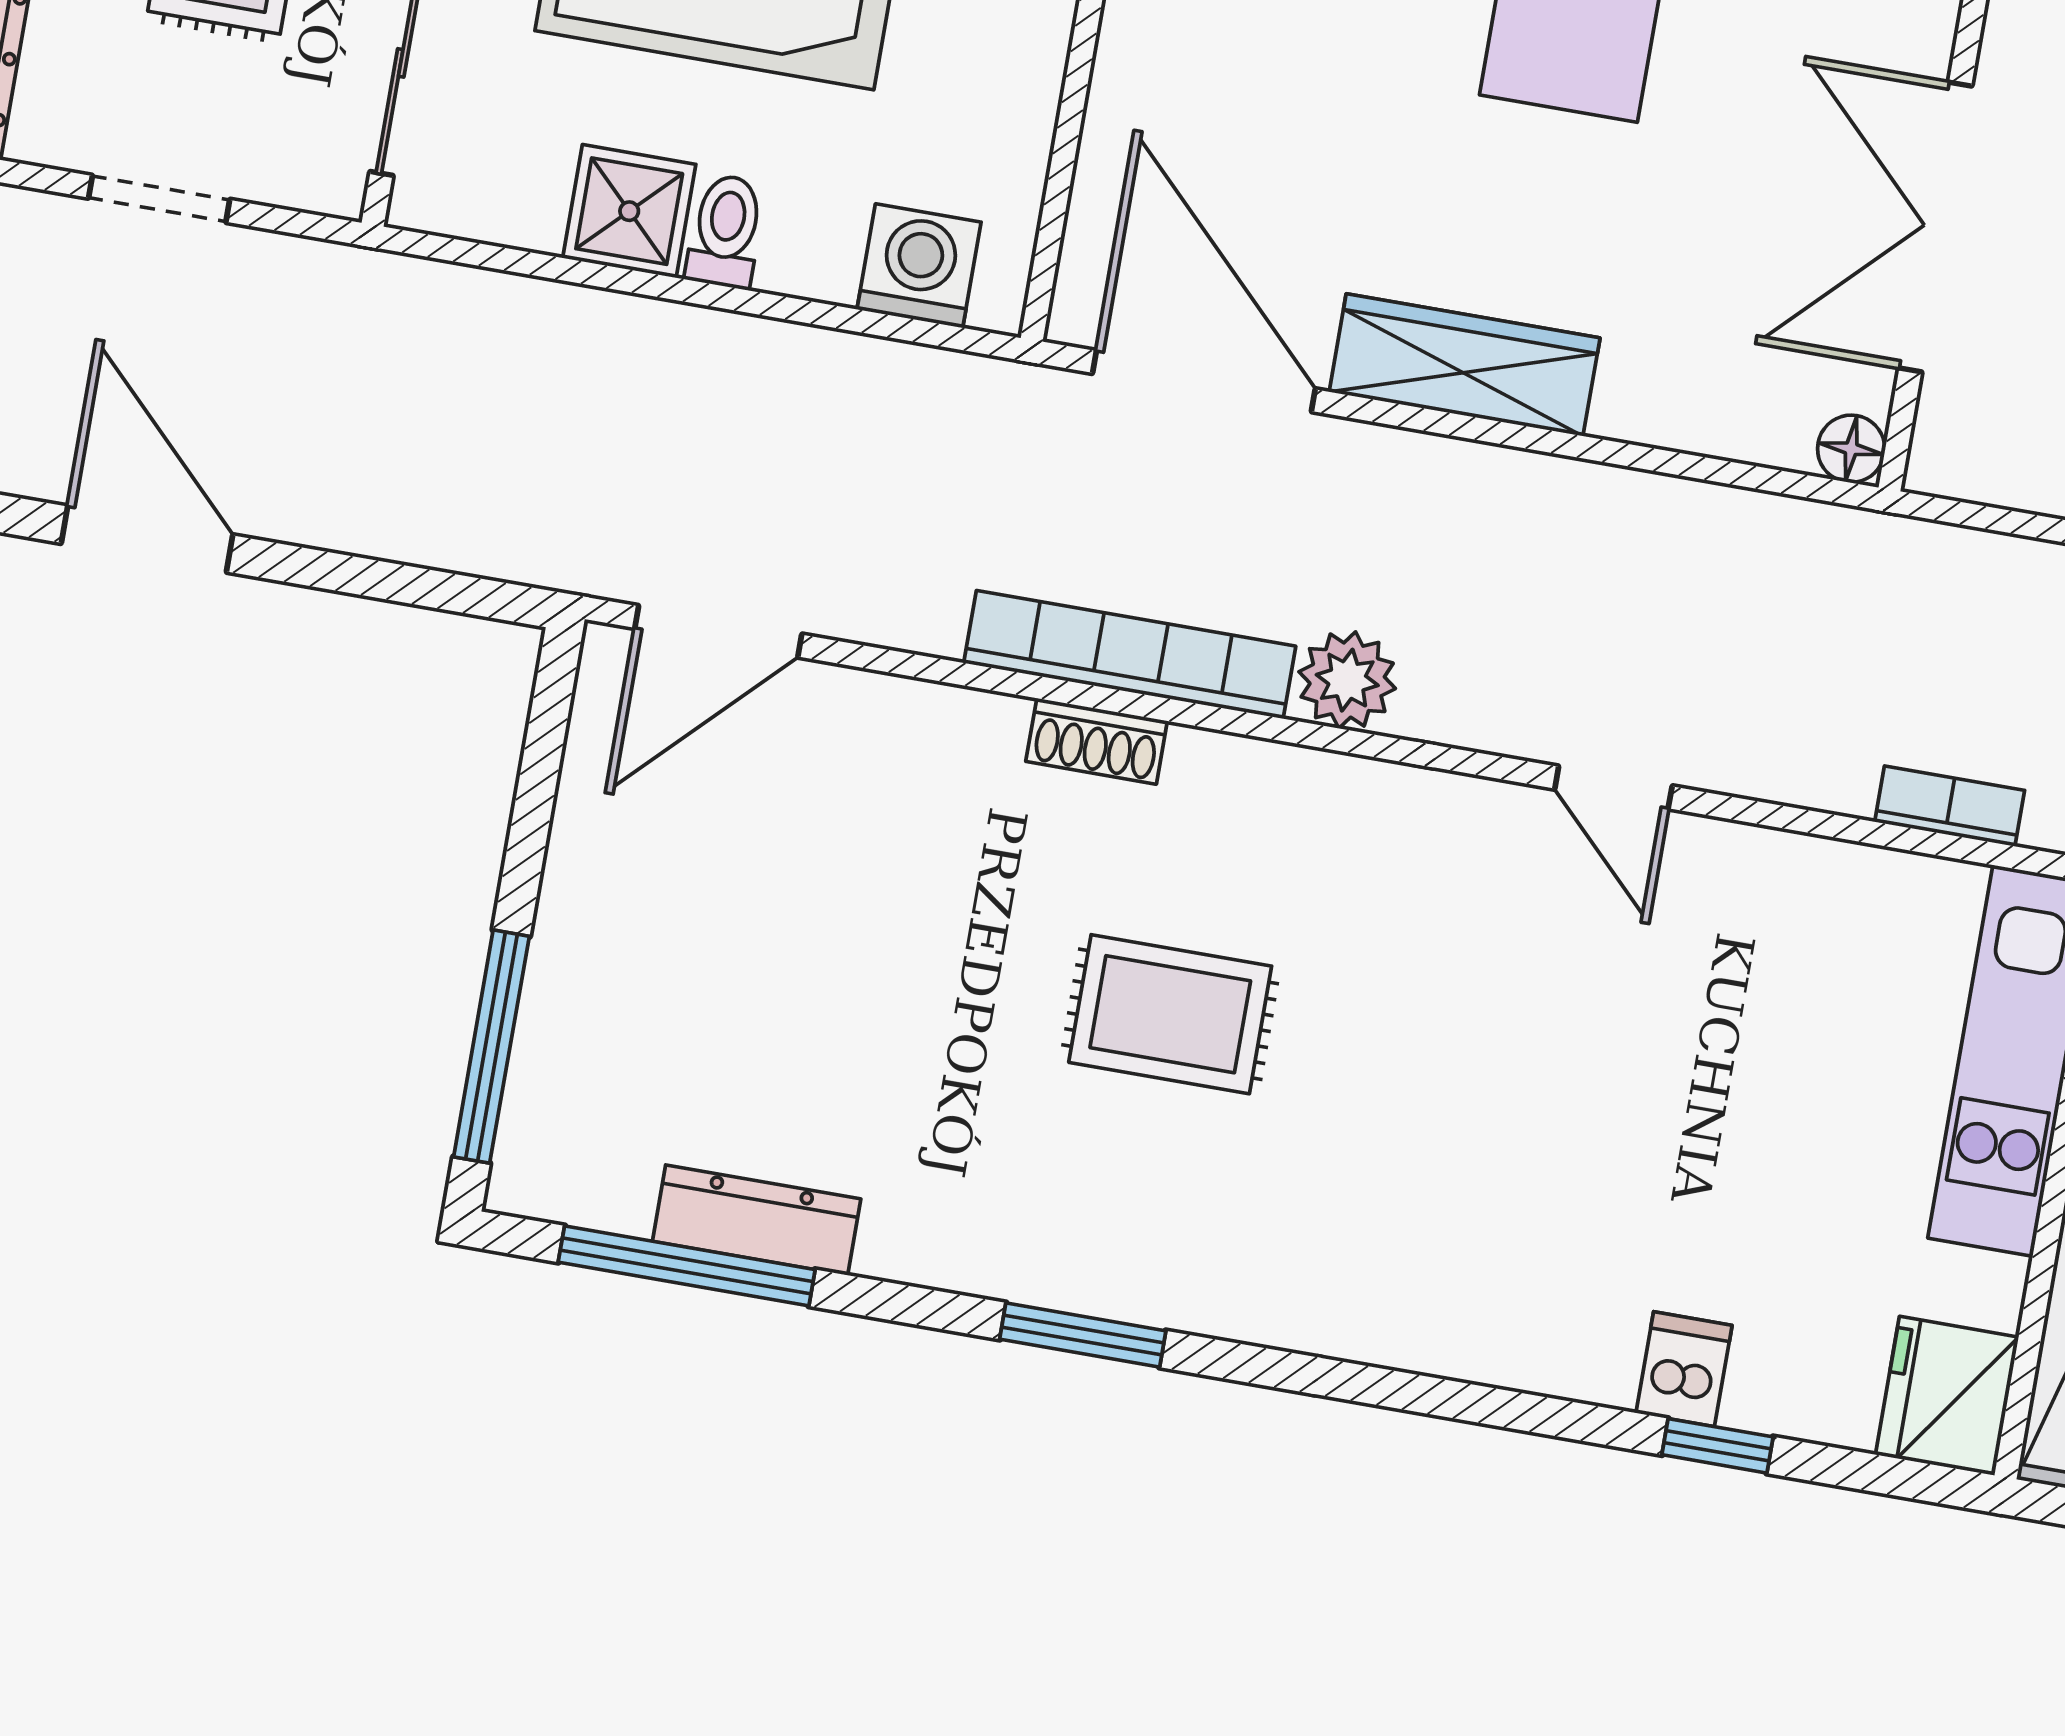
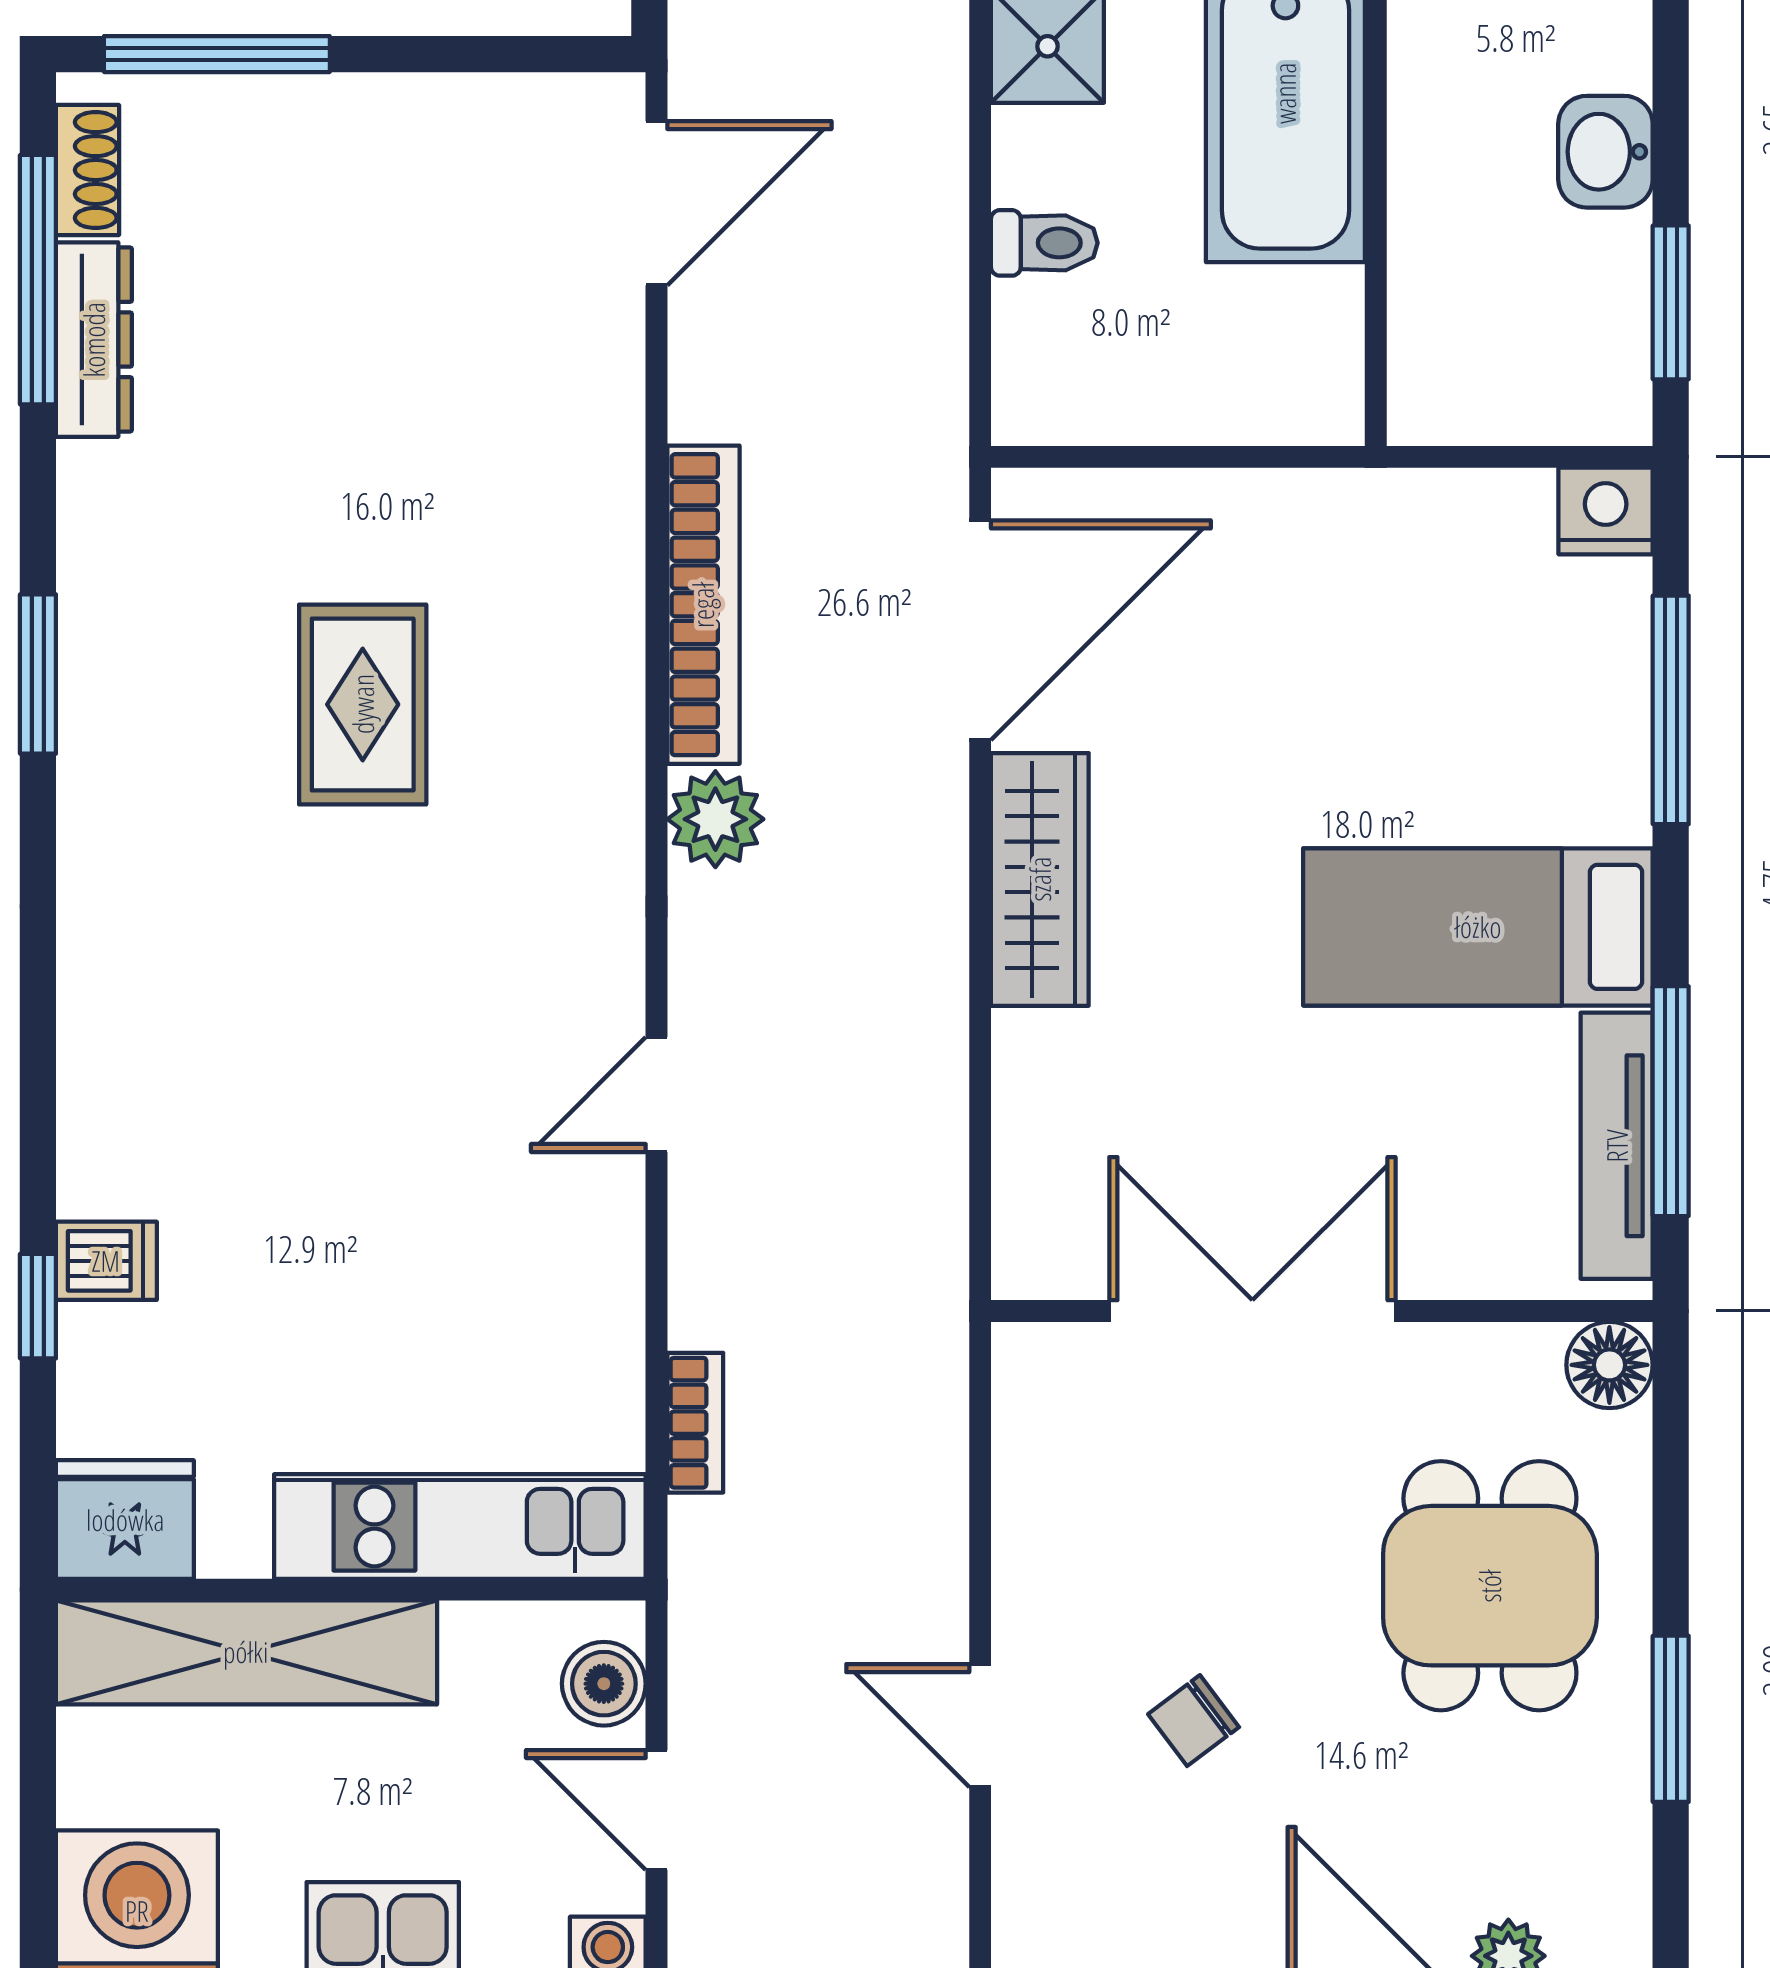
toilet: (726, 231) -> (1044, 243), moved
washing machine: (919, 266) -> (1044, 336), removed
floor lamp: (1851, 449) -> (1024, 1267), removed
door: (718, 631) -> (656, 203), swing flipped
shoe rack: (1097, 741) -> (87, 170), moved, turned 180

